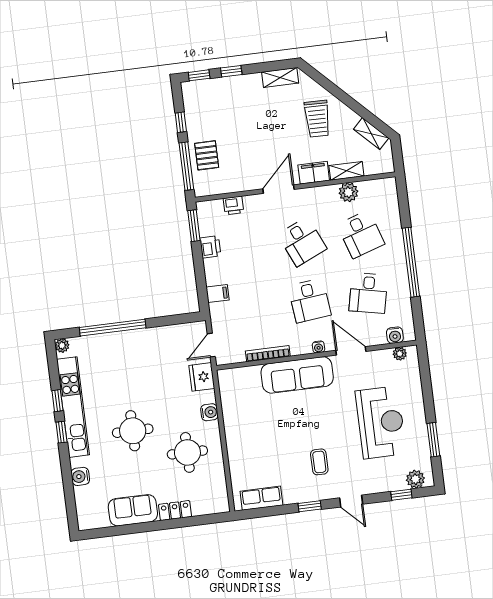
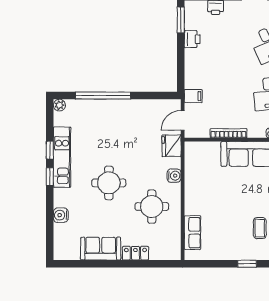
filing cabinet: (218, 294) -> (193, 96), moved
kitchen unit: (73, 407) -> (62, 157), width x0.73
row of seats: (261, 498) -> (192, 233), moved, turned 90

